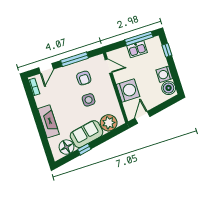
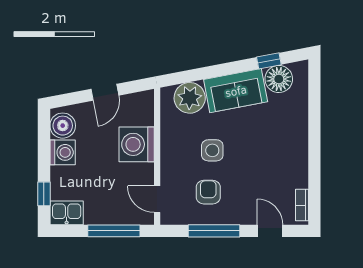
window: (139, 38) -> (114, 231), moved
kitchen sink: (137, 49) -> (67, 213), moved
door: (46, 68) -> (270, 231), hinge flipped
door: (142, 117) -> (105, 92), moved
fireplace: (48, 121) -> (296, 135), removed
window: (84, 149) -> (269, 61), moved

